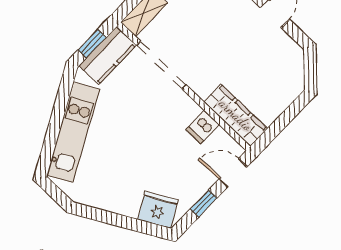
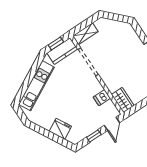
wardrobe: (236, 115) -> (123, 100), width x0.67
door: (233, 173) -> (112, 124), swing flipped
fridge: (158, 210) -> (60, 129), moved

